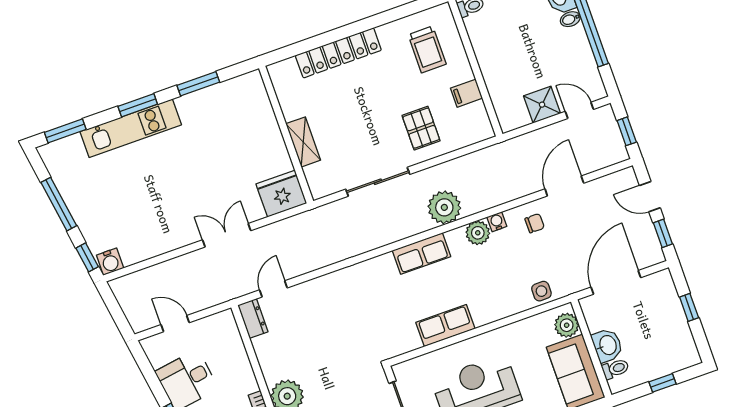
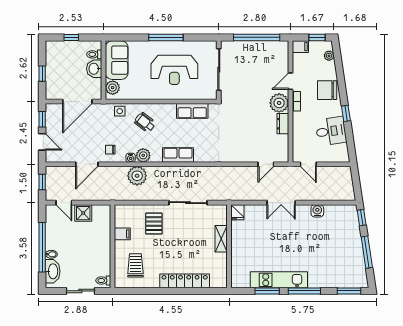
window: (138, 105) -> (304, 291), width x1.44
kitchen unit: (131, 128) -> (279, 280), moved
fridge: (281, 194) -> (237, 212), width x0.53, depth x0.75
plant: (444, 207) -> (137, 176), moved
water cooler: (110, 262) -> (317, 211), moved
wheelchair: (494, 287) -> (145, 122), added
dresser: (253, 318) -> (283, 124), moved
door: (175, 324) -> (308, 164), moved
row of seats: (445, 326) -> (192, 111), moved

